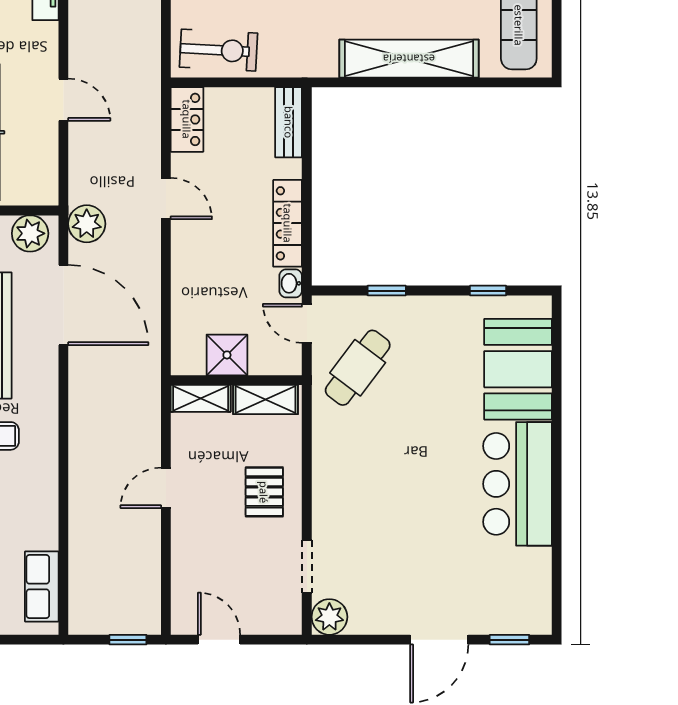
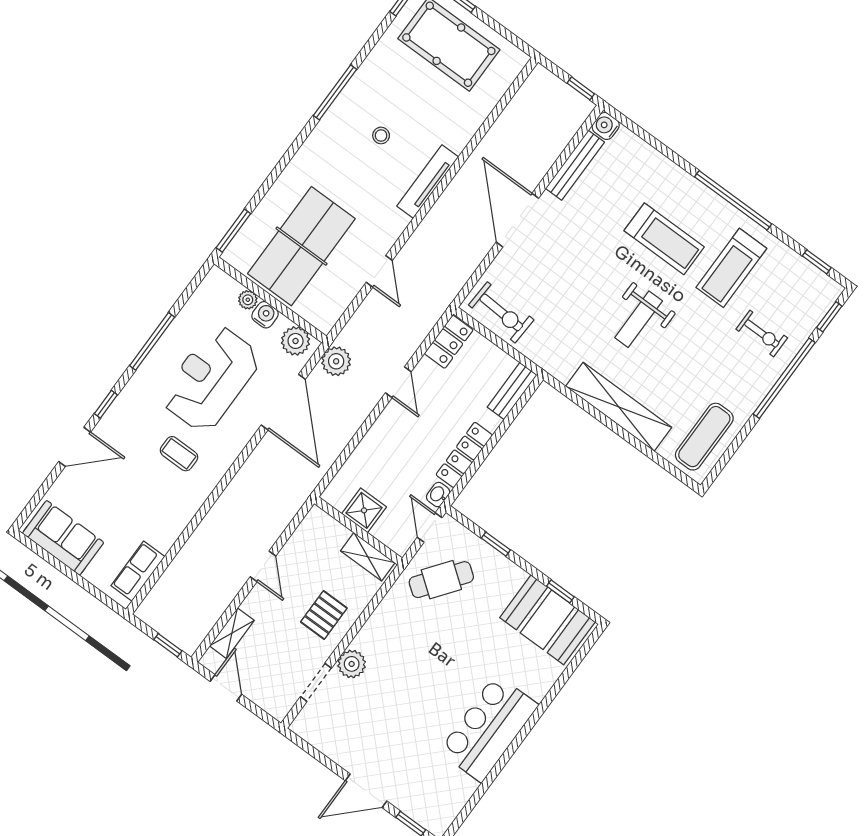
booth: (518, 369) -> (547, 620), moved, turned 90
shelving: (201, 398) -> (232, 633), moved, turned 90
door: (166, 488) -> (263, 566), swing flipped
plant: (329, 617) -> (352, 664), moved

